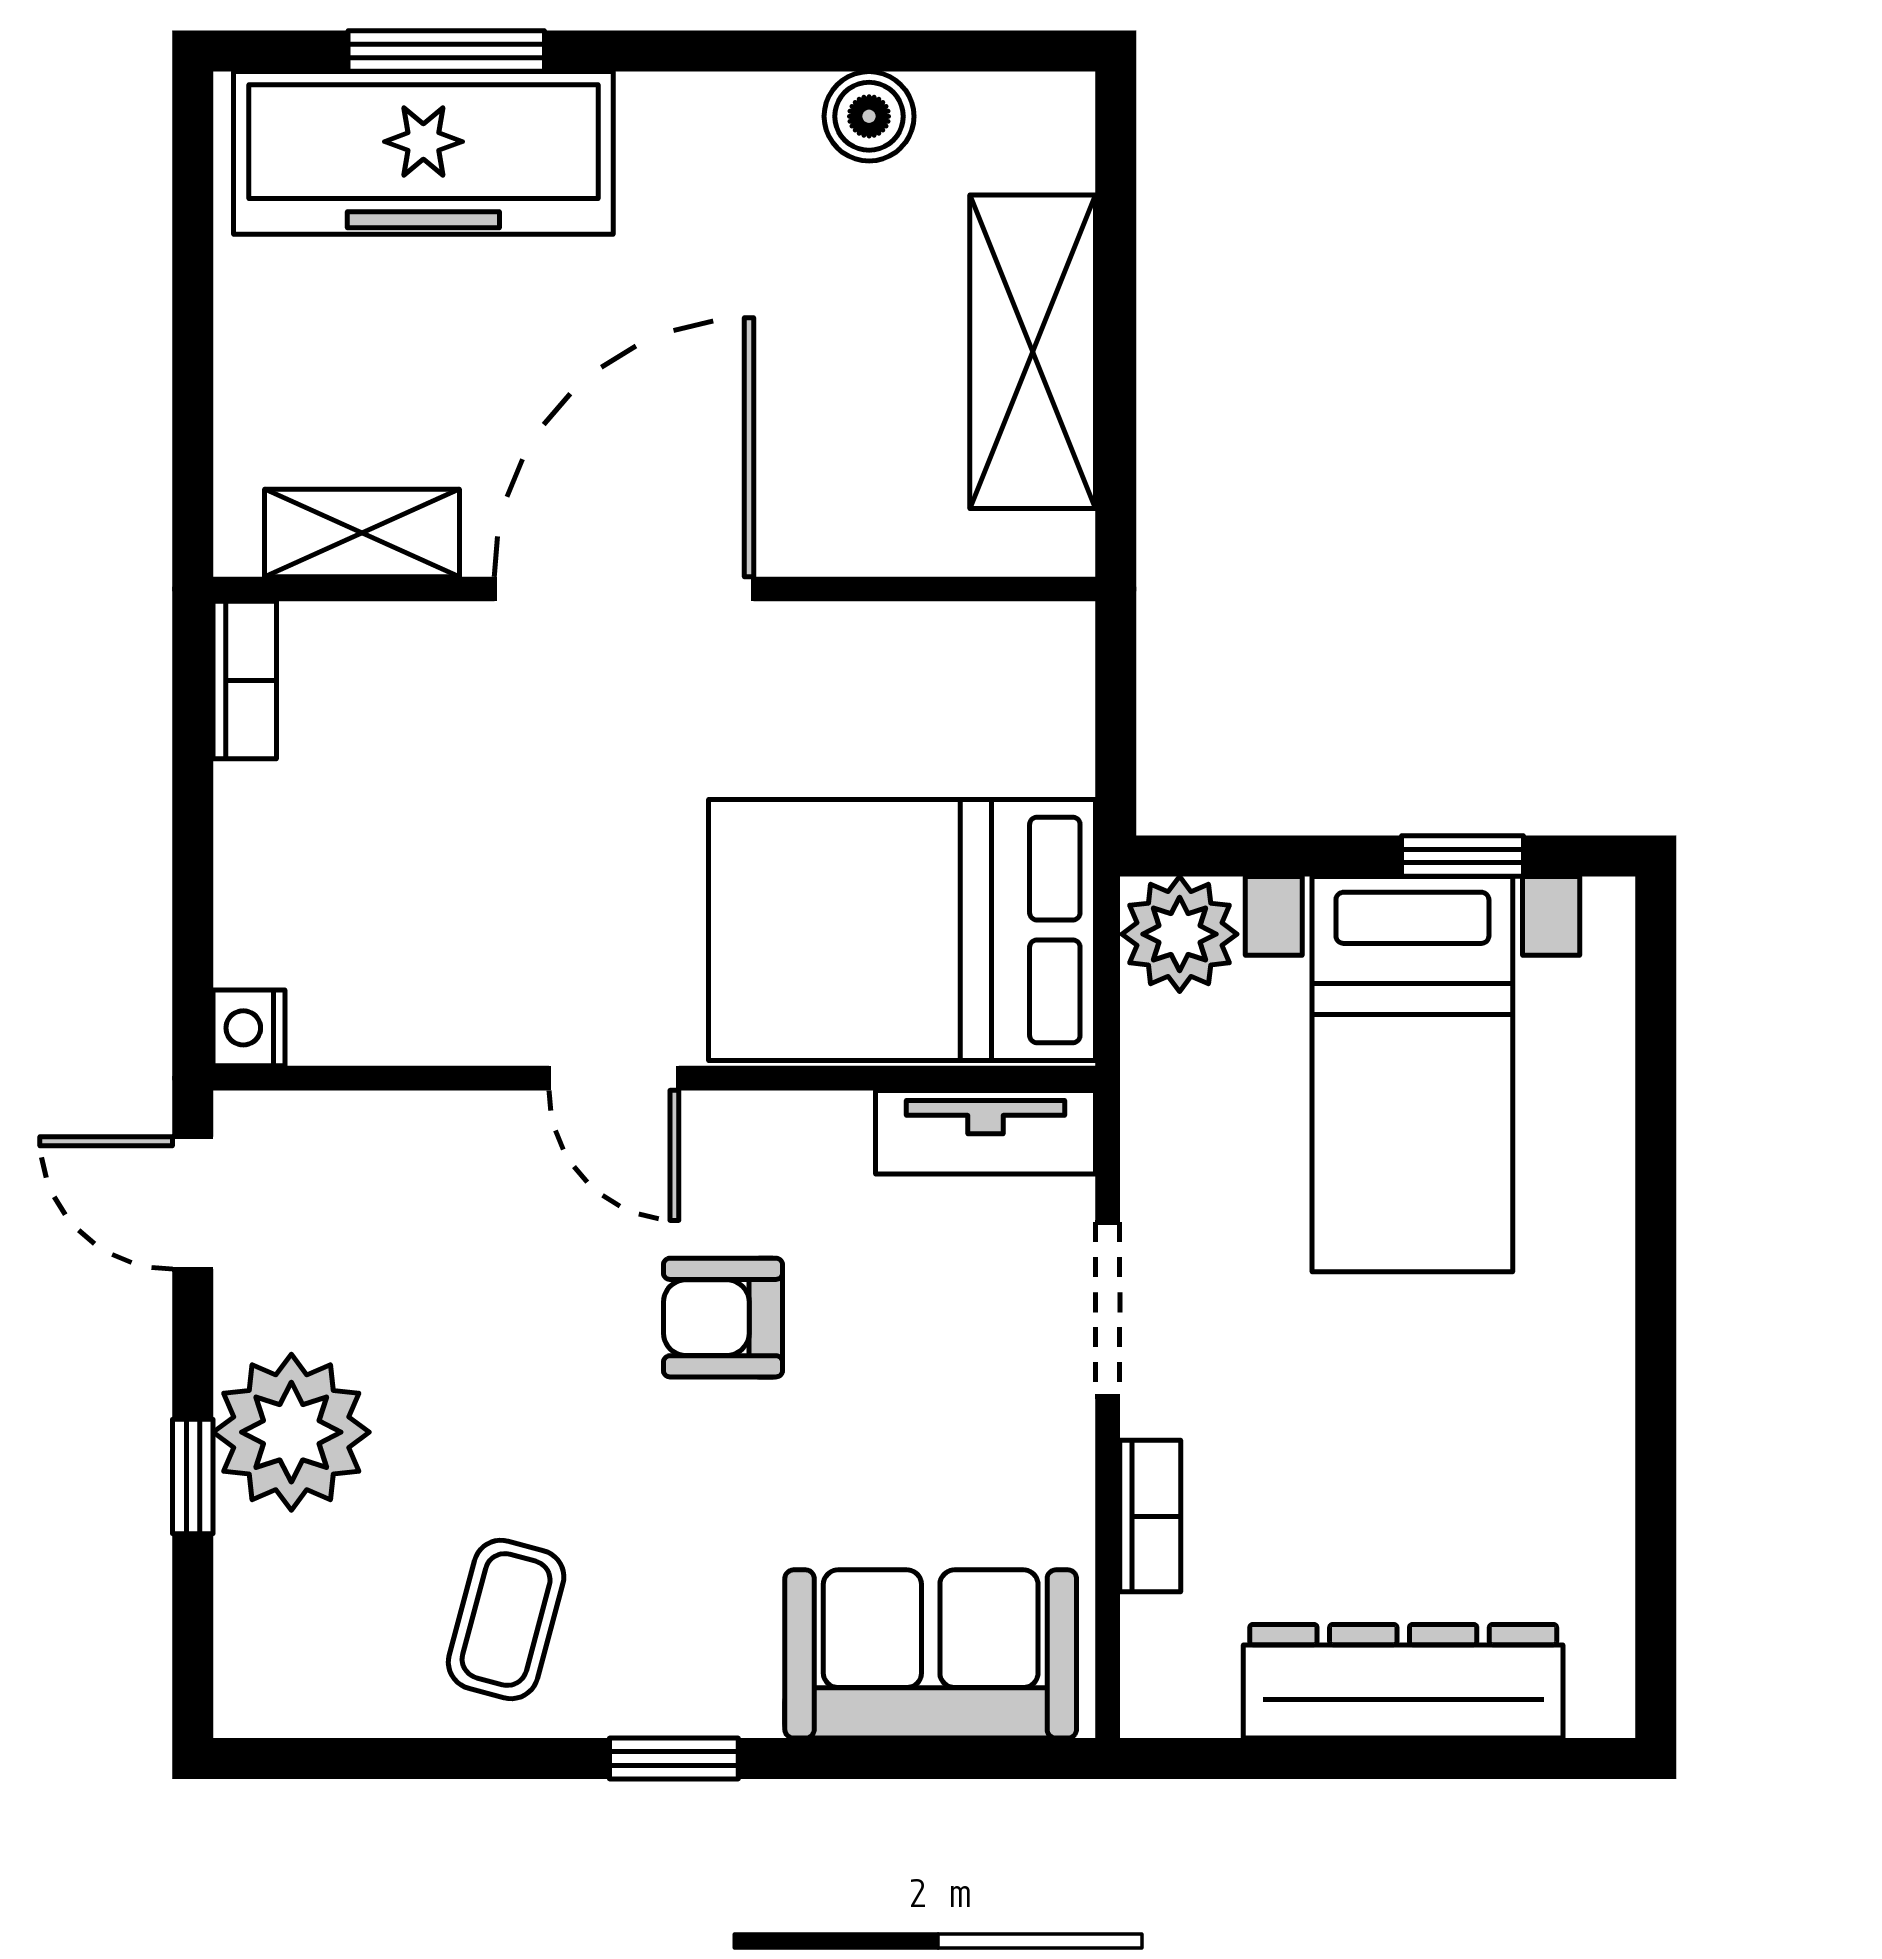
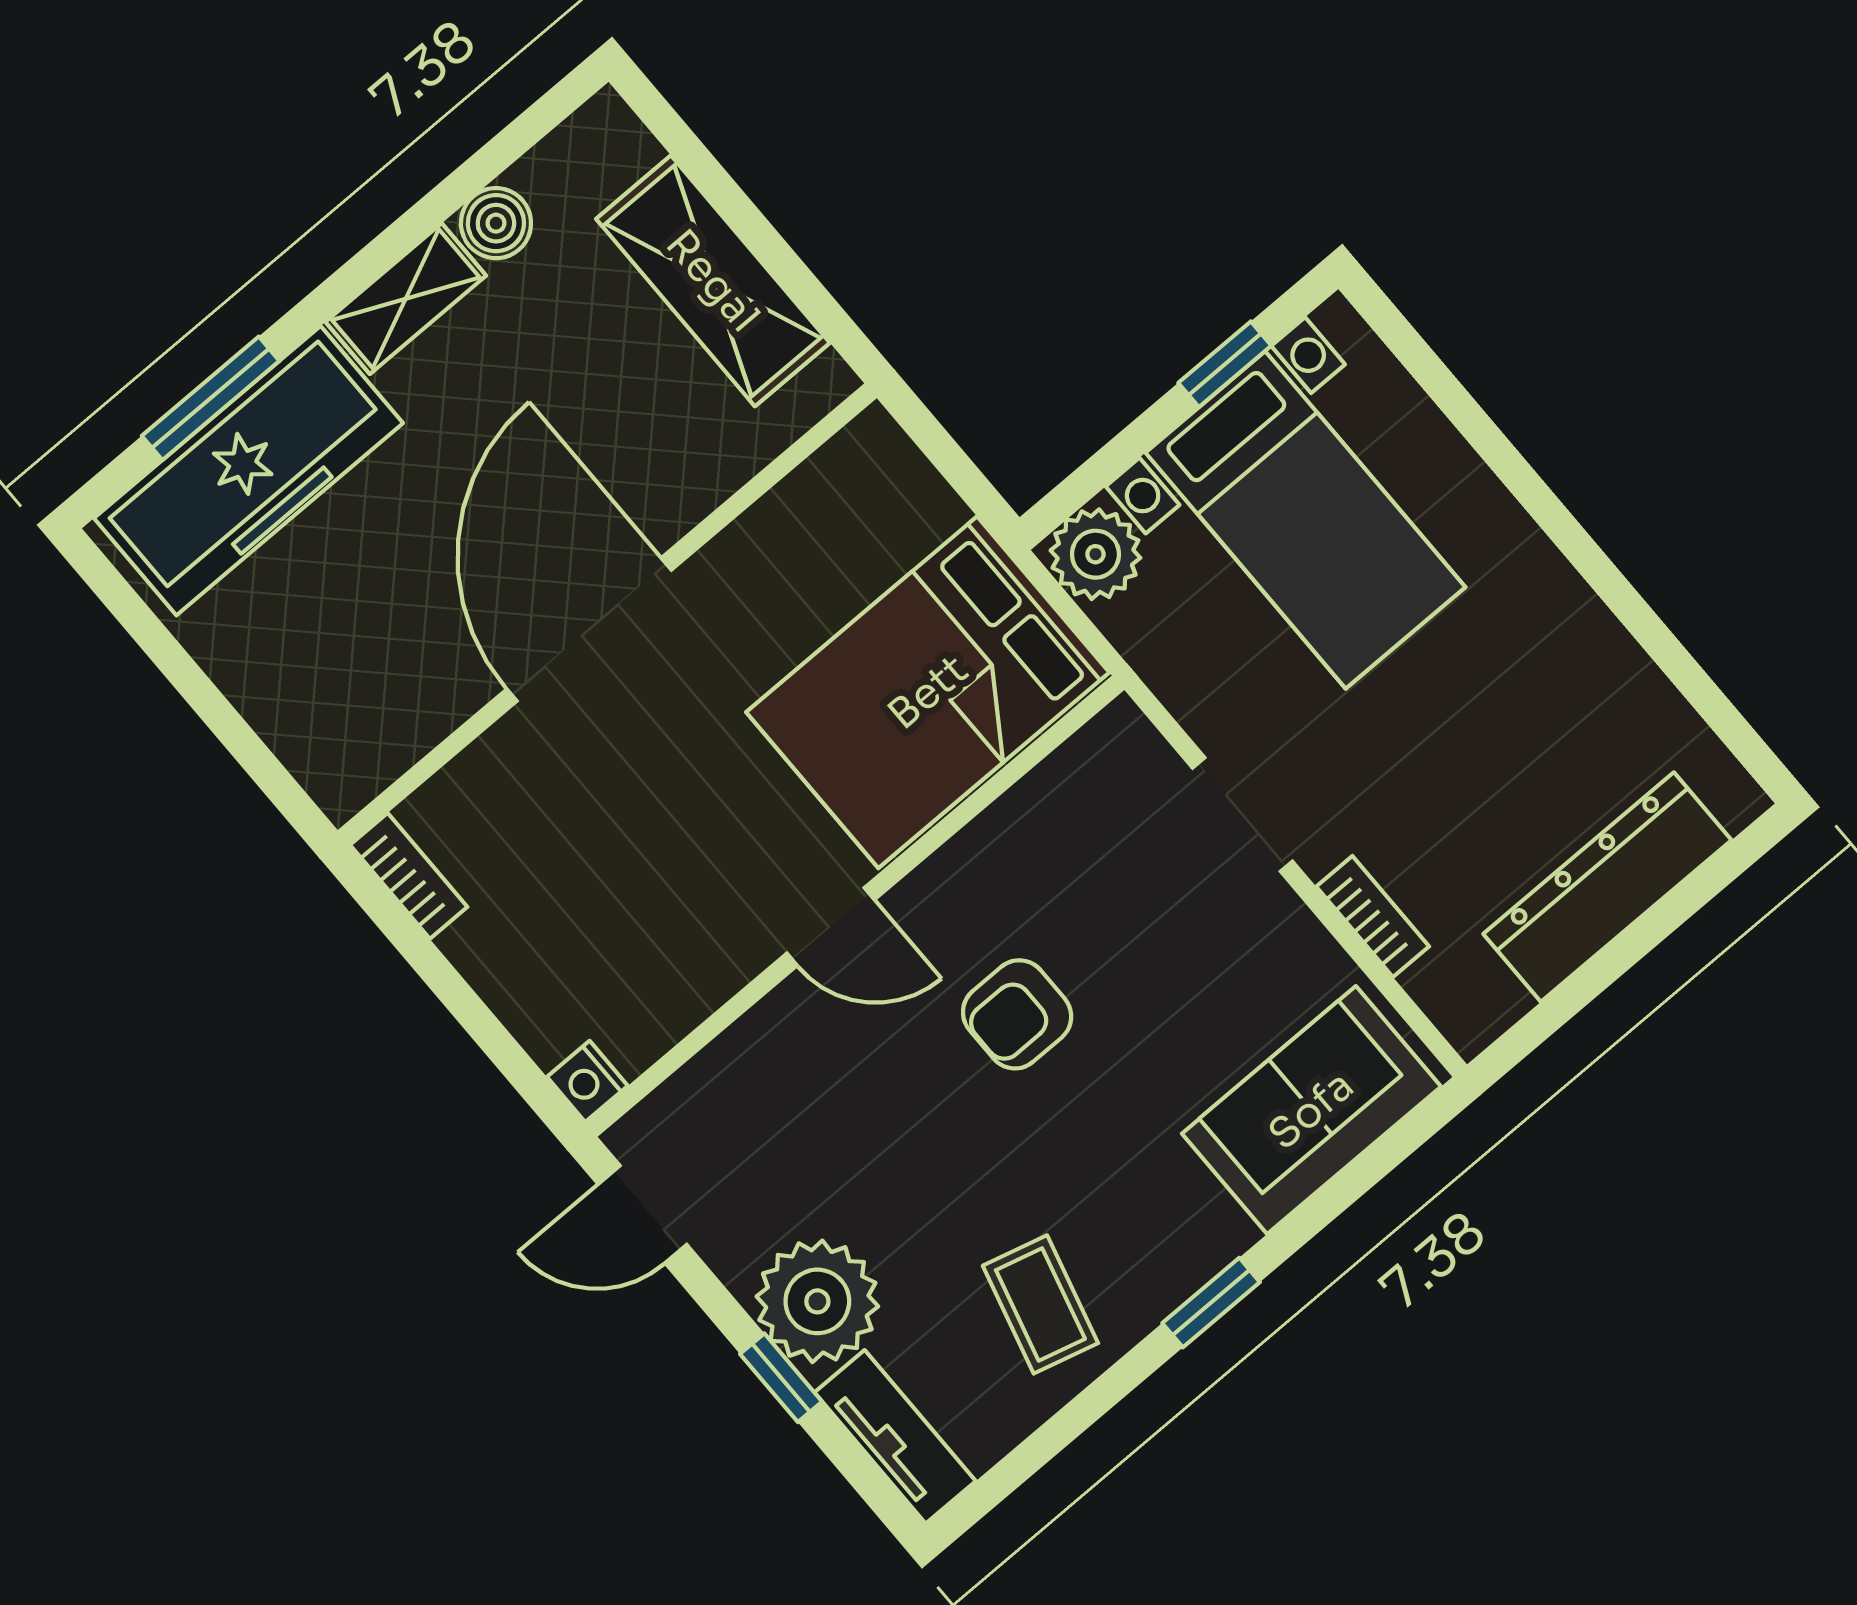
shelving: (362, 533) -> (406, 299), moved
tv unit: (986, 1132) -> (895, 1437), moved, turned -90

